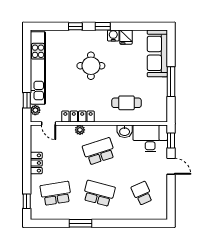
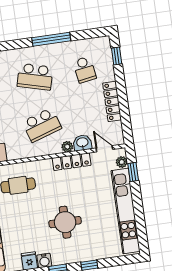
washbasin: (125, 131) -> (82, 143), moved
locker: (36, 163) -> (112, 101), width x1.53
school desk: (56, 193) -> (85, 70), width x0.54
window: (81, 223) -> (51, 39), width x1.44

